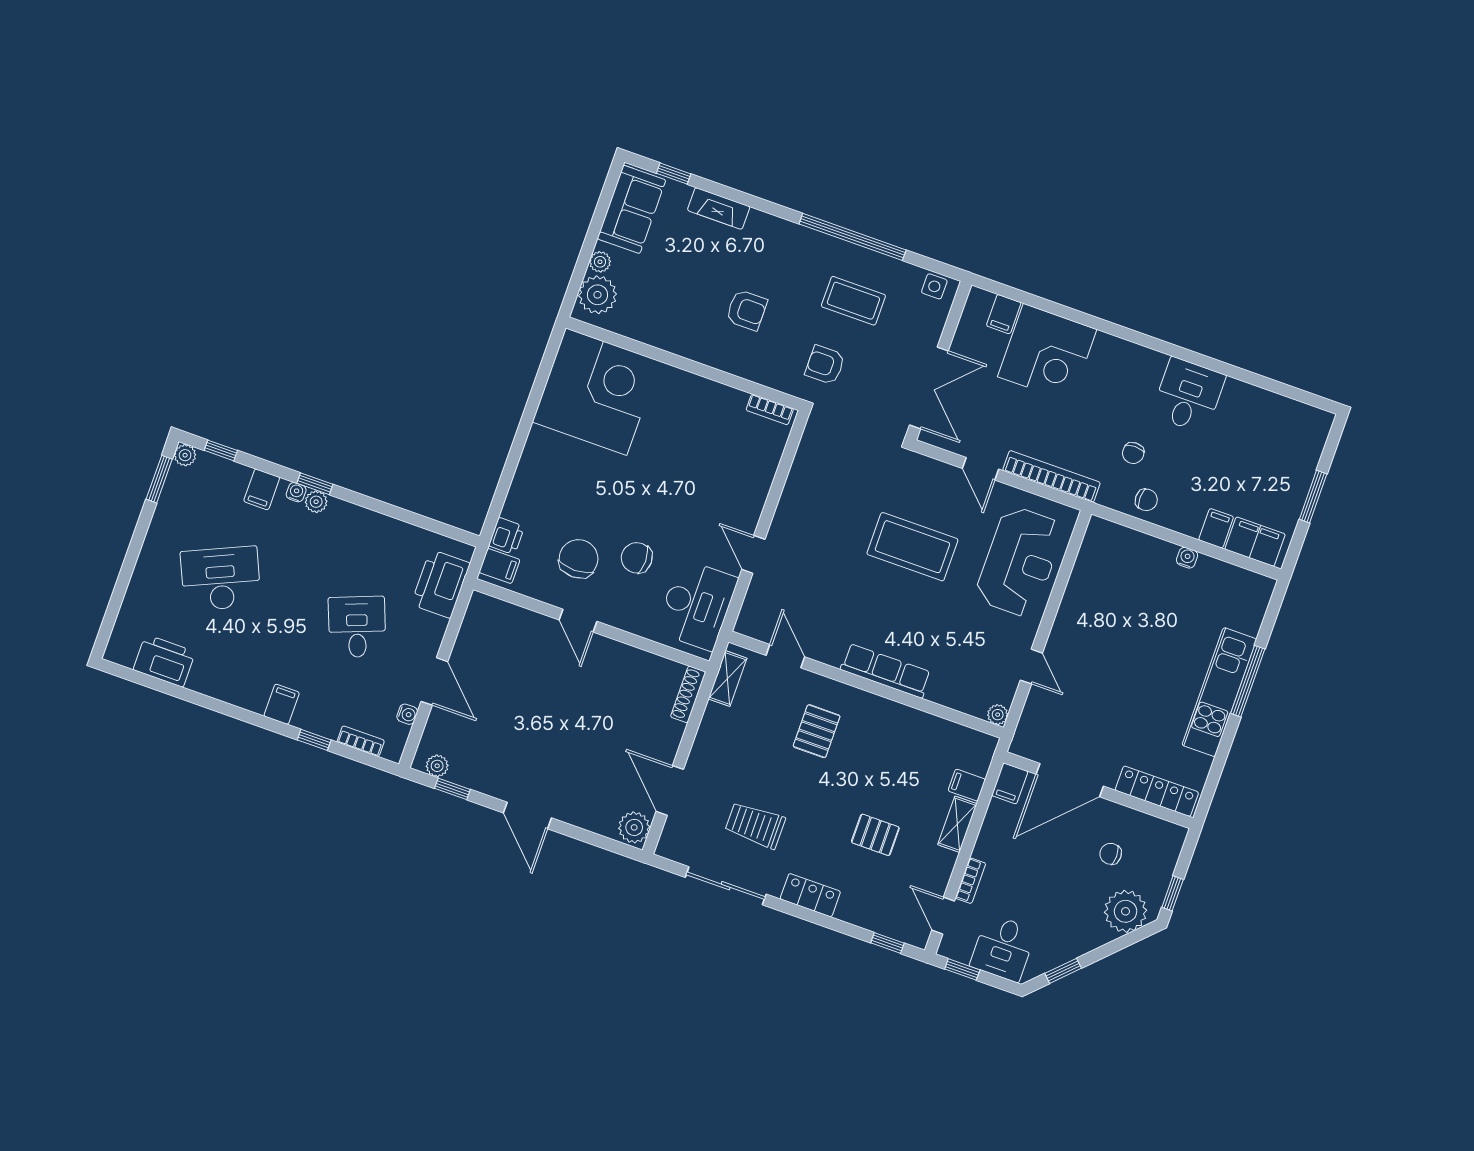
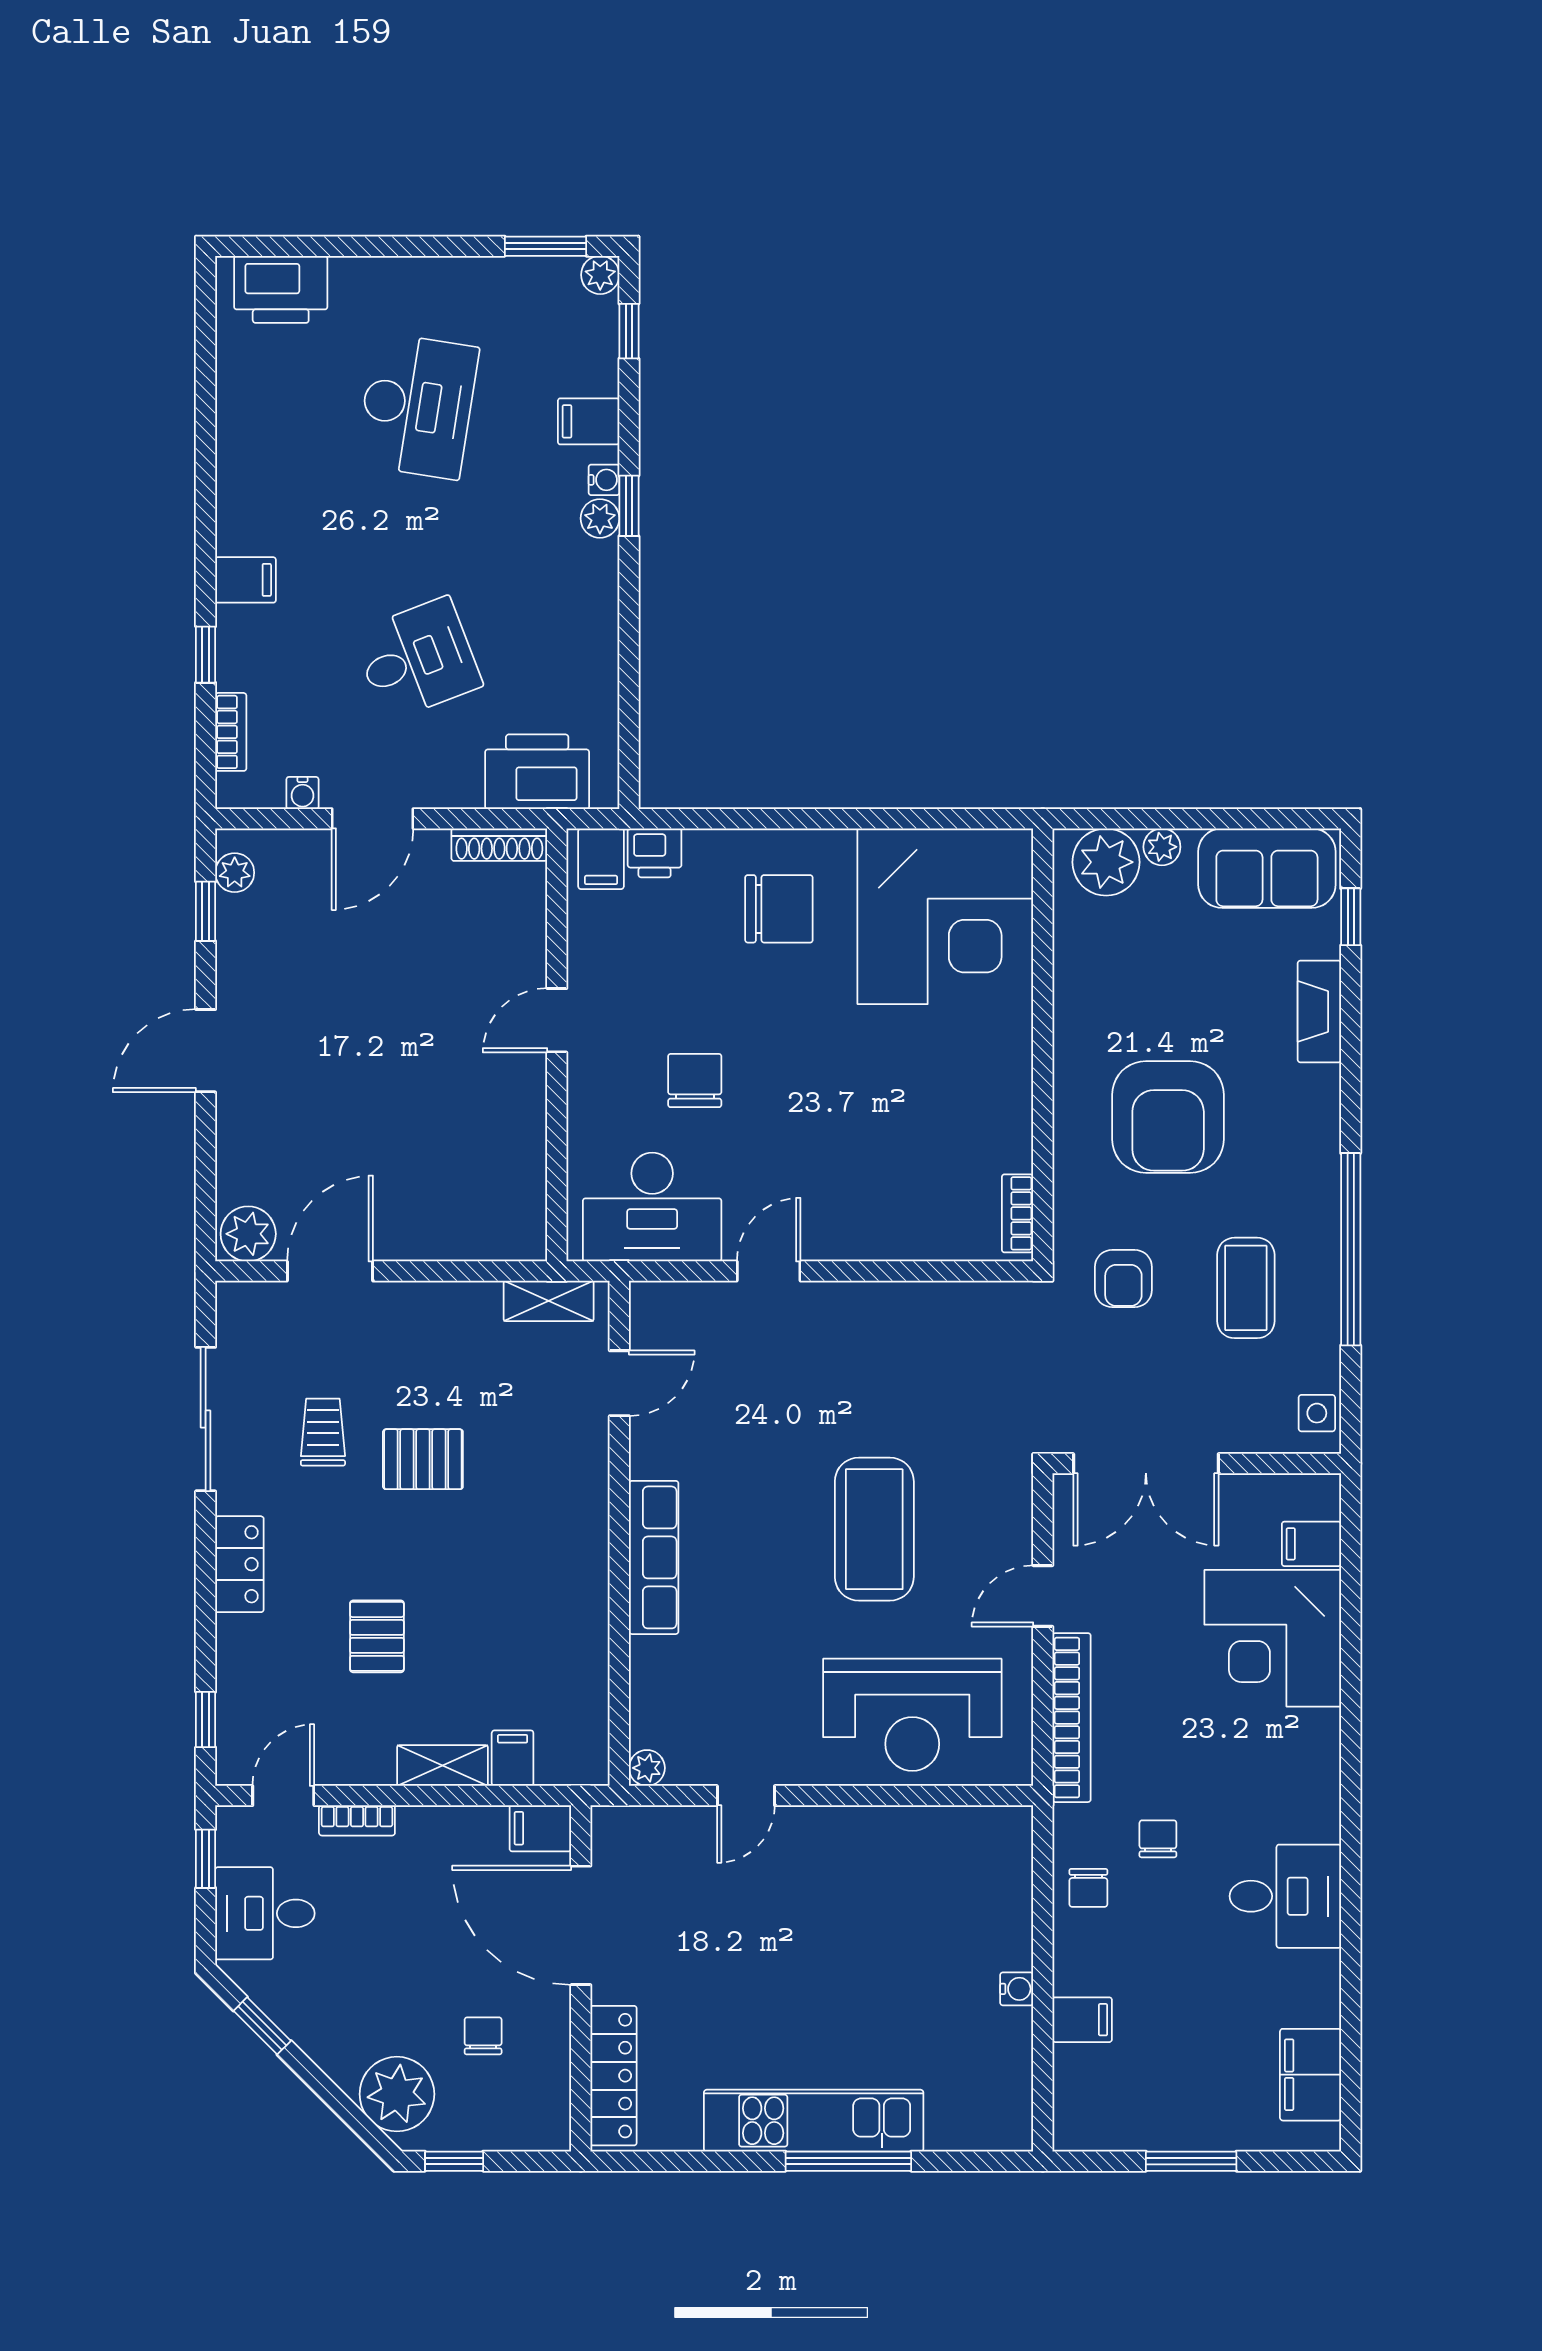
armchair: (747, 310) -> (1168, 1117), width x1.88, depth x1.88
armchair: (825, 365) -> (1123, 1279), turned 180
chair: (1133, 453) -> (1158, 1839), turned 90
filing cabinet: (1255, 542) -> (1311, 2075), moved, turned 180
chair: (579, 559) -> (779, 909), moved
desk: (221, 579) -> (417, 406), turned 33
printer: (164, 661) -> (281, 289), moved, turned 90
shoe rack: (688, 694) -> (499, 845), moved, turned 180
pallet: (817, 731) -> (423, 1459), moved
trolley: (755, 825) -> (323, 1432), width x0.73, depth x0.72

